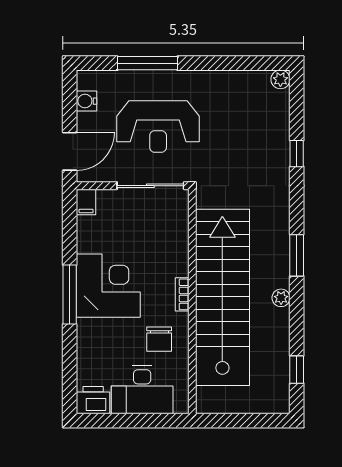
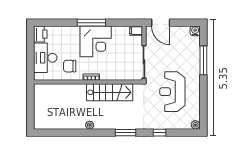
water cooler: (87, 101) -> (195, 31), moved
reception desk: (158, 126) -> (172, 92), moved
window: (297, 255) -> (125, 133), moved
stairs: (222, 297) -> (110, 92), width x0.54, depth x0.66
window: (297, 370) -> (55, 133), removed

